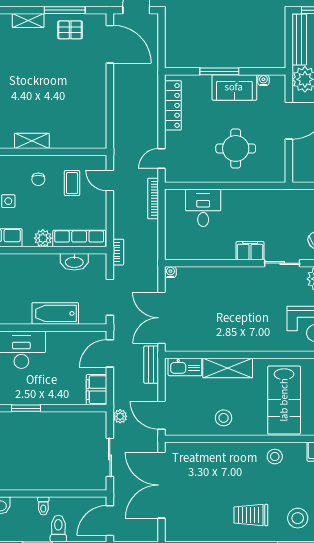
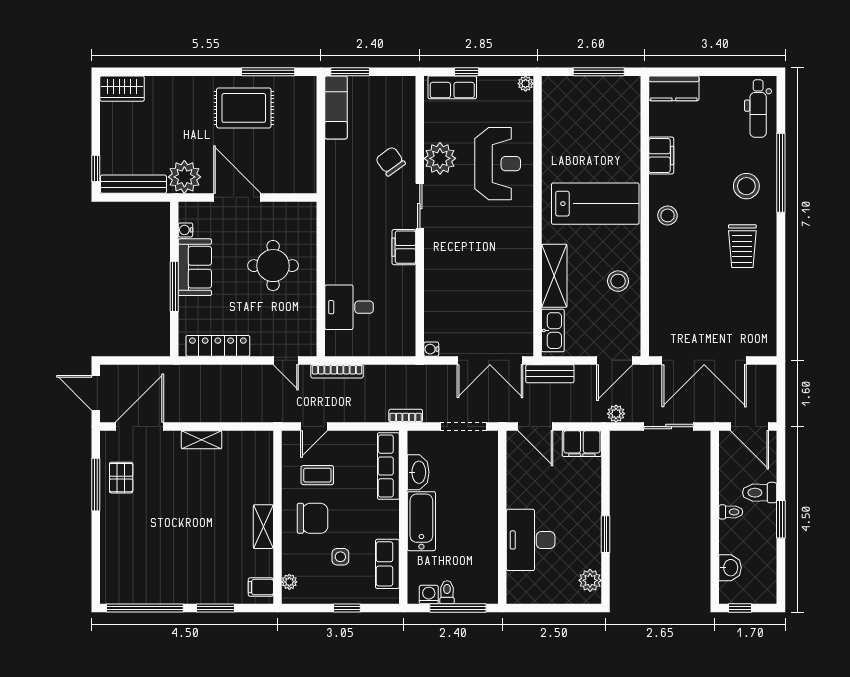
shelving: (28, 20) -> (202, 440), moved, turned 90
chair: (38, 179) -> (313, 518), width x1.87, depth x1.87
plant: (43, 238) -> (388, 512), removed
bathtub: (55, 313) -> (421, 521), moved, turned 180

